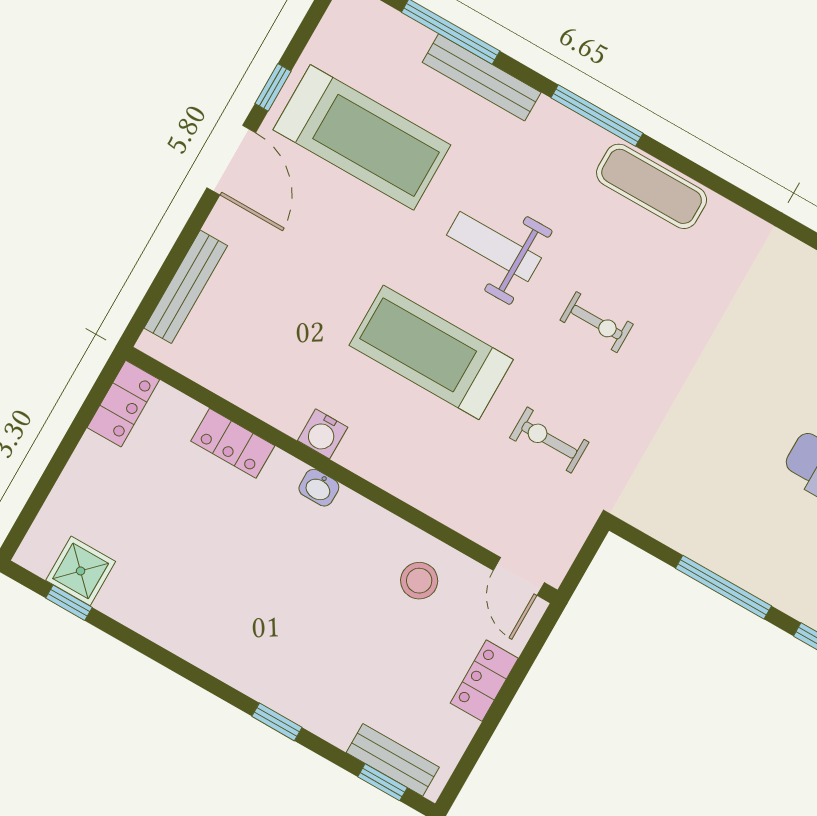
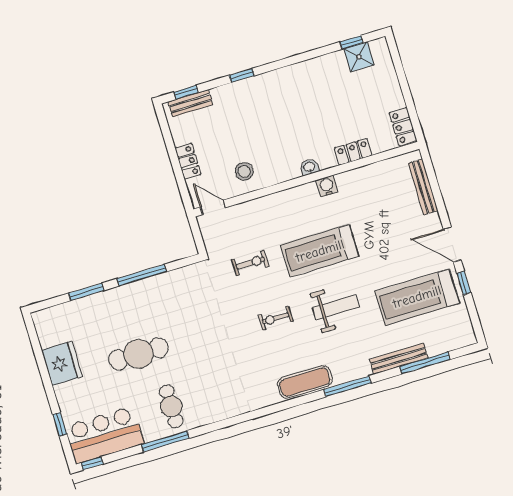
treadmill: (431, 352) -> (320, 251), turned 180

